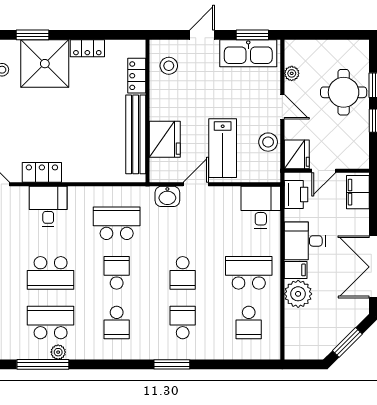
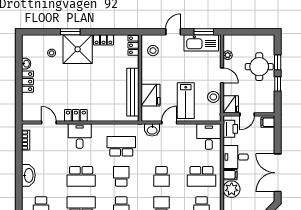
locker: (137, 76) -> (133, 45), moved
filing cabinet: (358, 192) -> (268, 122), width x0.50
school desk: (249, 273) -> (202, 176), turned 180

